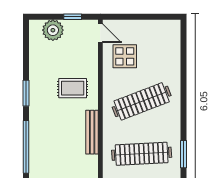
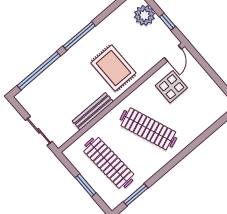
rug: (73, 88) -> (113, 68), width x1.36, depth x1.43
window: (26, 93) -> (79, 36), width x1.44

